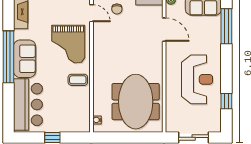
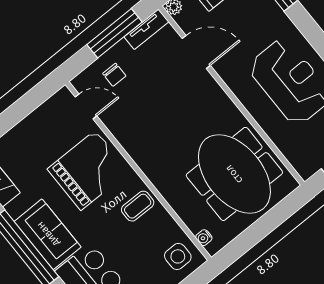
grand piano: (68, 44) -> (88, 170), turned -90
side table: (77, 119) -> (178, 256), added

